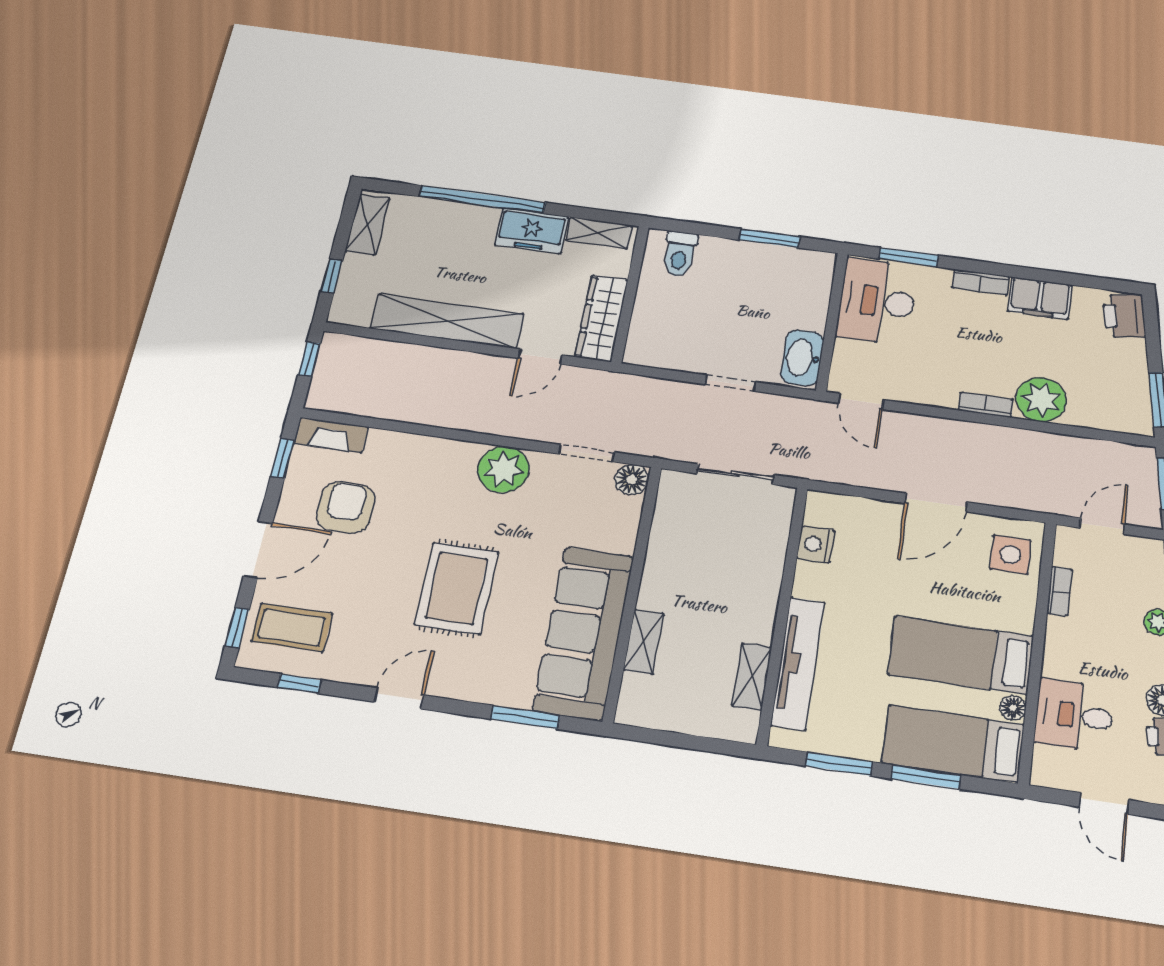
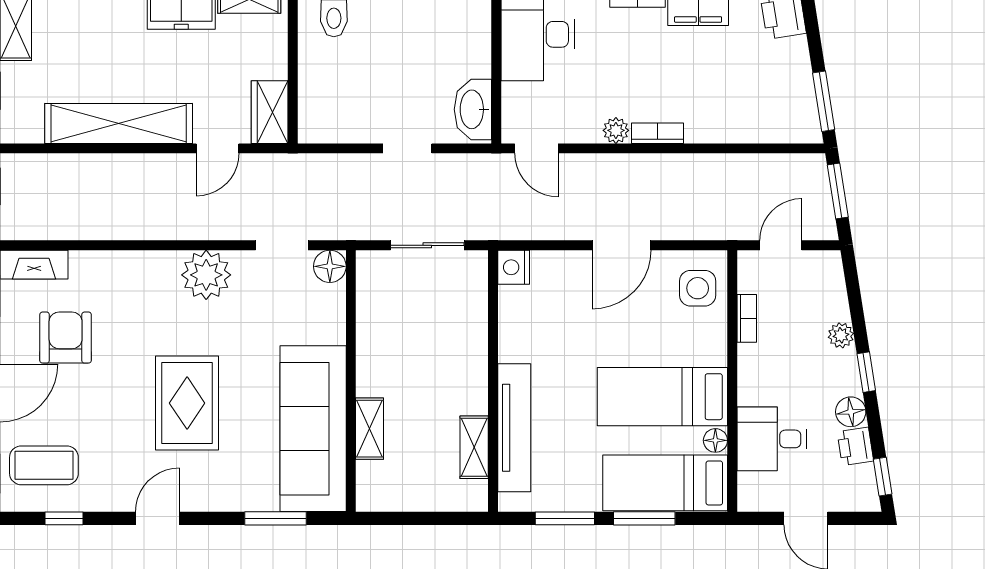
wardrobe: (602, 318) -> (270, 112), width x0.67
plant: (1041, 400) -> (616, 130), moved, width x0.53, depth x0.53
nightstand: (815, 544) -> (514, 267), moved

